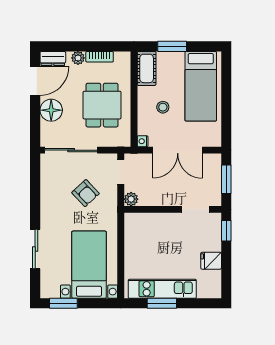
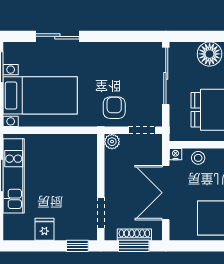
stool: (163, 107) -> (198, 158), moved
shoe rack: (216, 179) -> (134, 235), added
armchair: (86, 193) -> (114, 108), moved, turned 133

